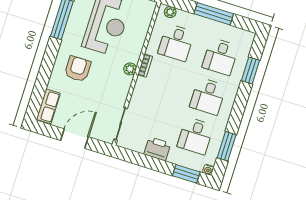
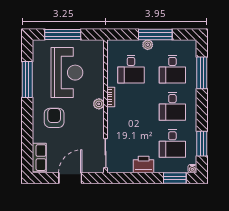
plant: (170, 12) -> (148, 45), moved
window: (250, 70) -> (202, 73), width x1.44

